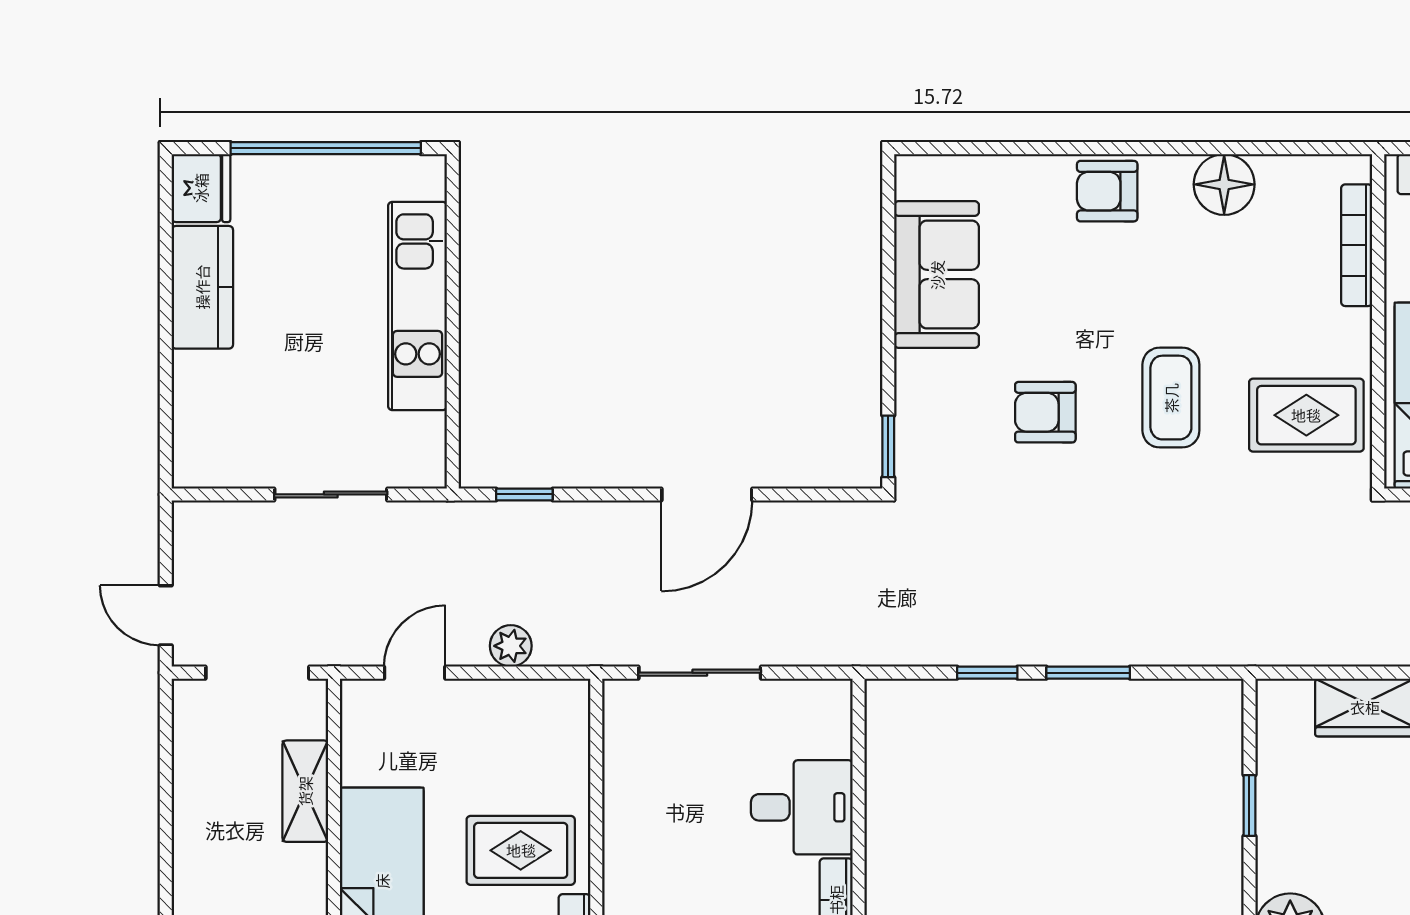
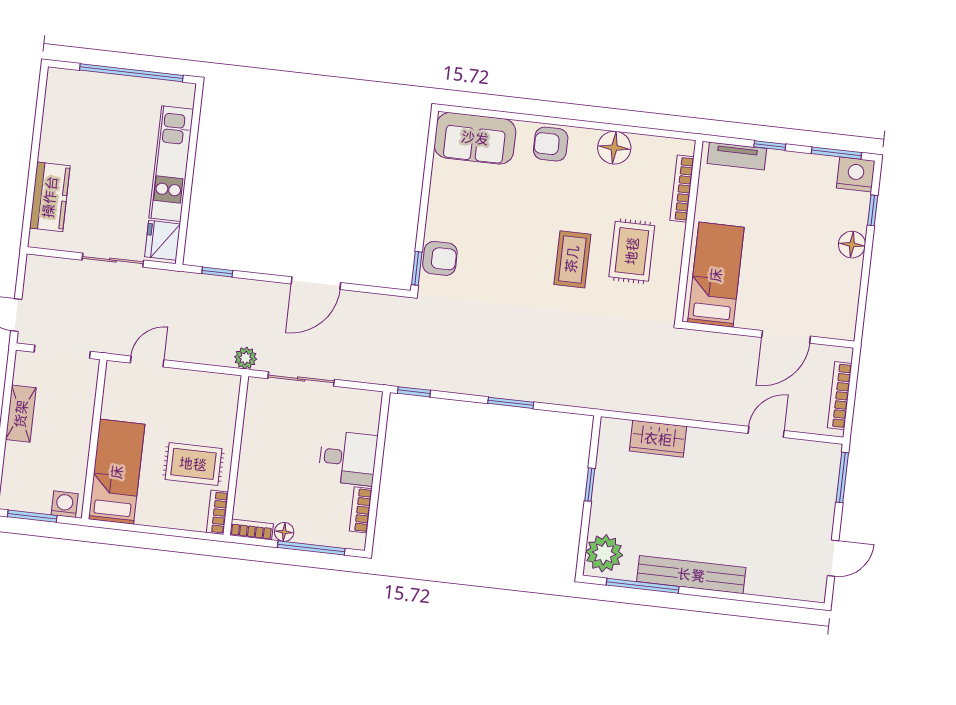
fridge: (201, 188) -> (163, 240), moved, turned 180
sofa: (937, 275) -> (475, 138), moved, turned 90
kitchen counter: (202, 287) -> (50, 197), moved
armchair: (1045, 412) -> (440, 258), moved, turned 180
rug: (1306, 415) -> (632, 251), moved, turned 90
plant: (511, 646) -> (246, 358), moved
window: (987, 673) -> (414, 392), moved
shelving: (305, 791) -> (21, 414), moved

